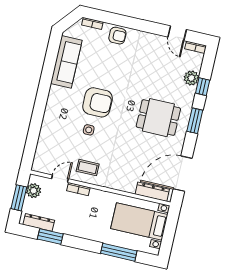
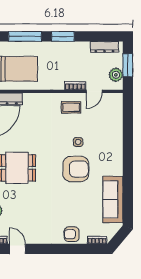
armchair: (98, 102) -> (76, 169), turned 180
window: (50, 237) -> (63, 36), moved

